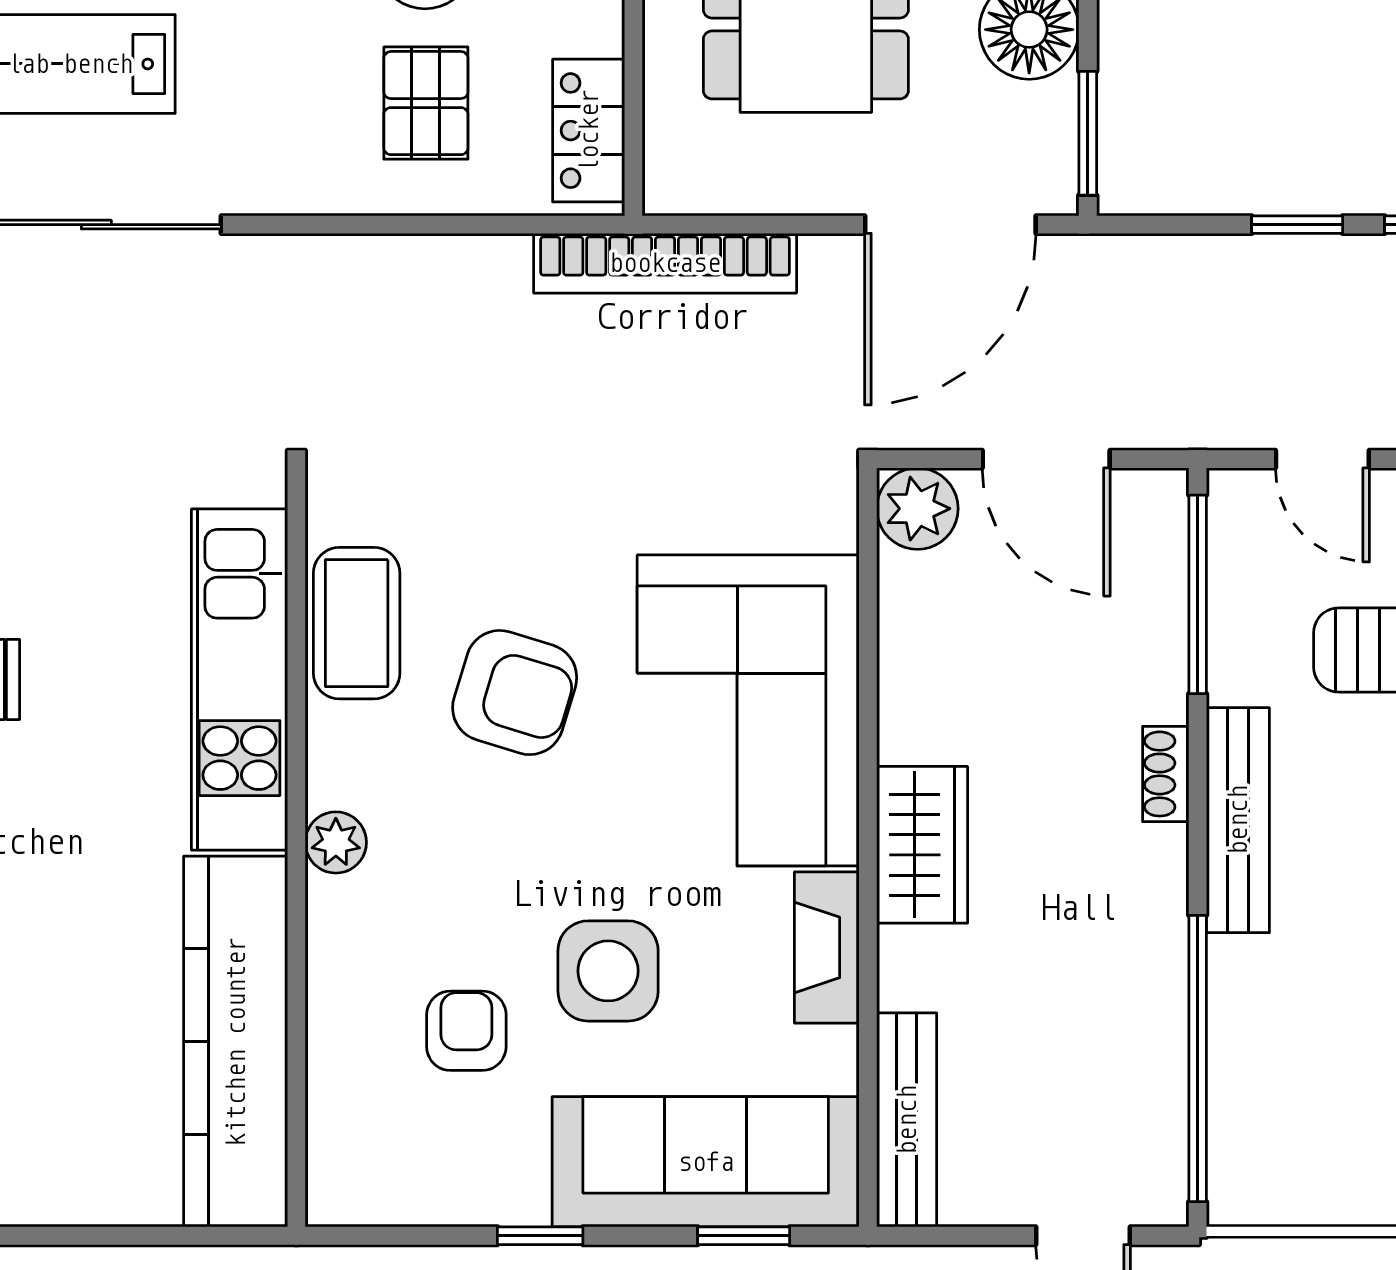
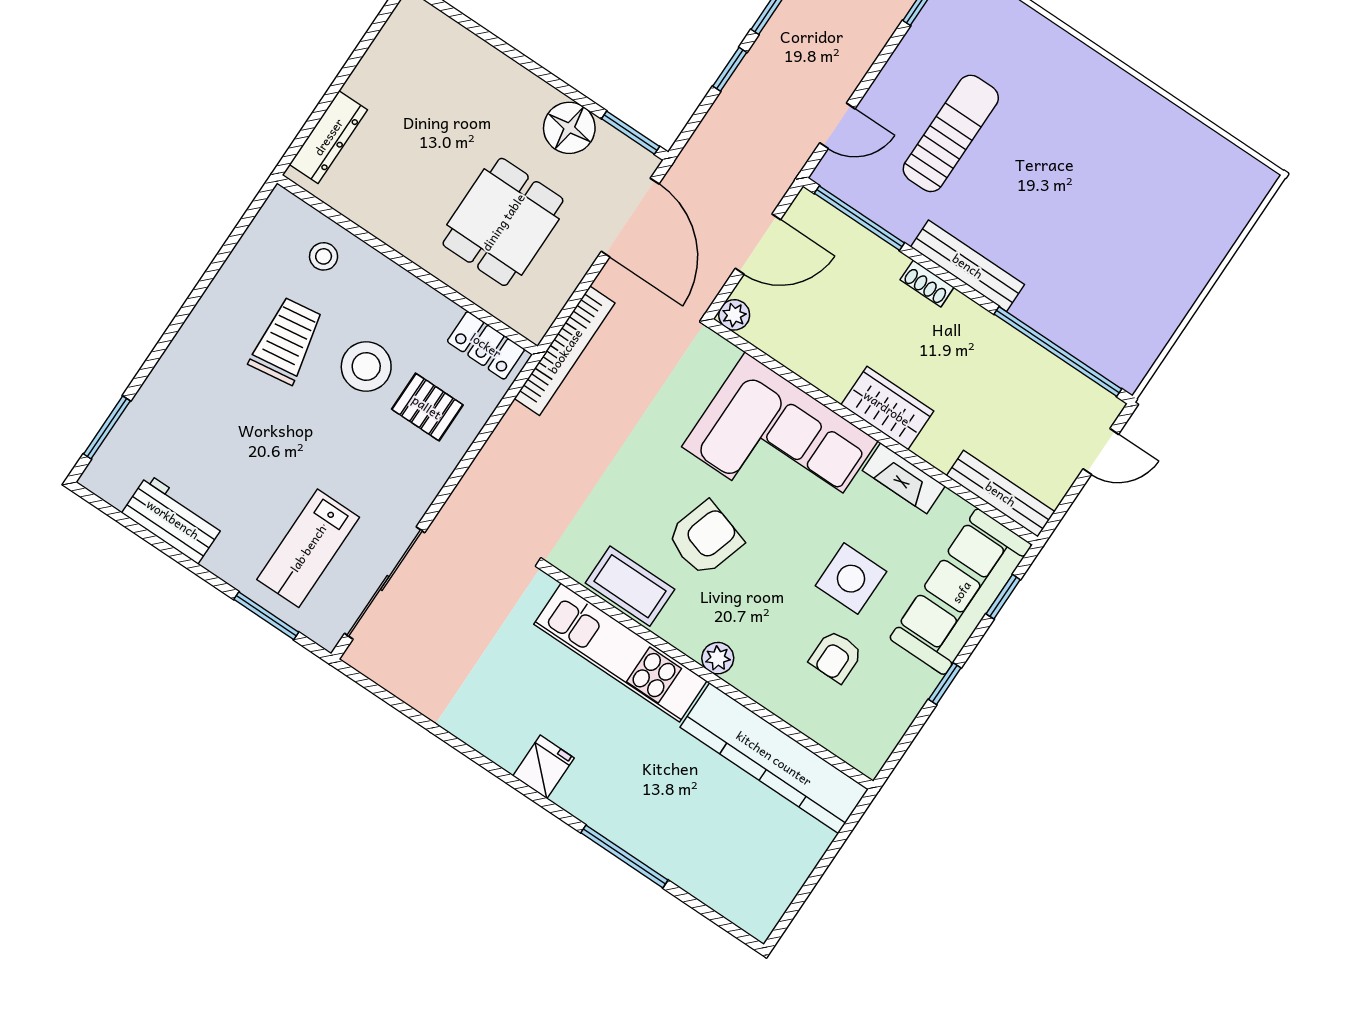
plant: (917, 509) -> (734, 315), width x0.73, depth x0.73
armchair: (466, 1031) -> (836, 656), turned -90

